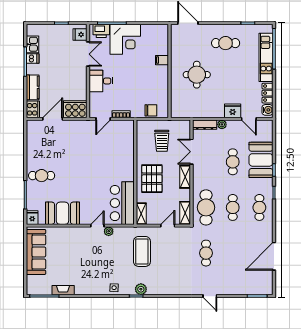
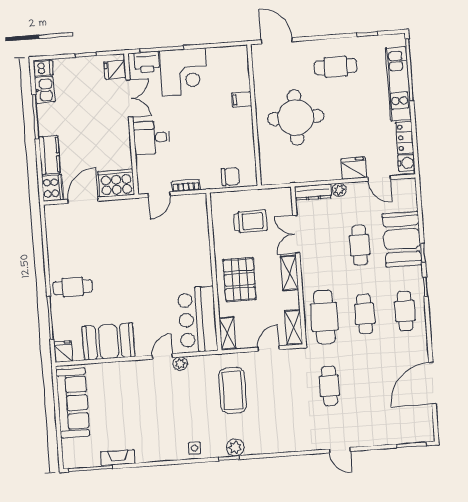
dishwasher: (33, 59) -> (43, 68), moved
round table: (197, 75) -> (296, 118), width x1.36, depth x1.36
trolley: (162, 141) -> (250, 221), turned -90

